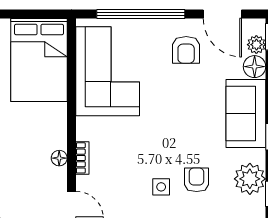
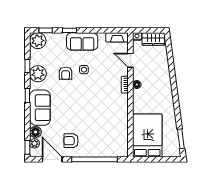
armchair: (186, 50) -> (71, 141), turned -90
corner sofa: (108, 71) -> (112, 130), removed

